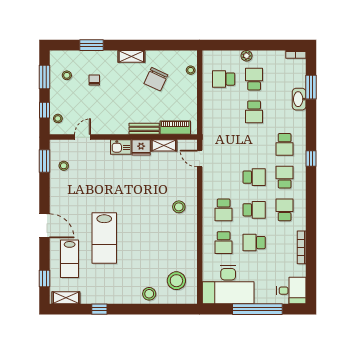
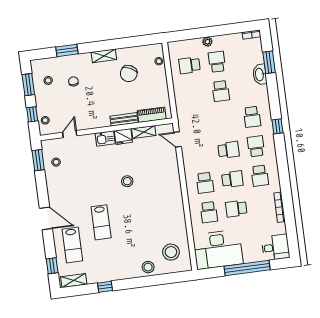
stool: (179, 207) -> (127, 181), moved
school desk: (285, 210) -> (260, 176), turned 180
lab bench: (104, 238) -> (101, 222), width x0.73, depth x0.72

